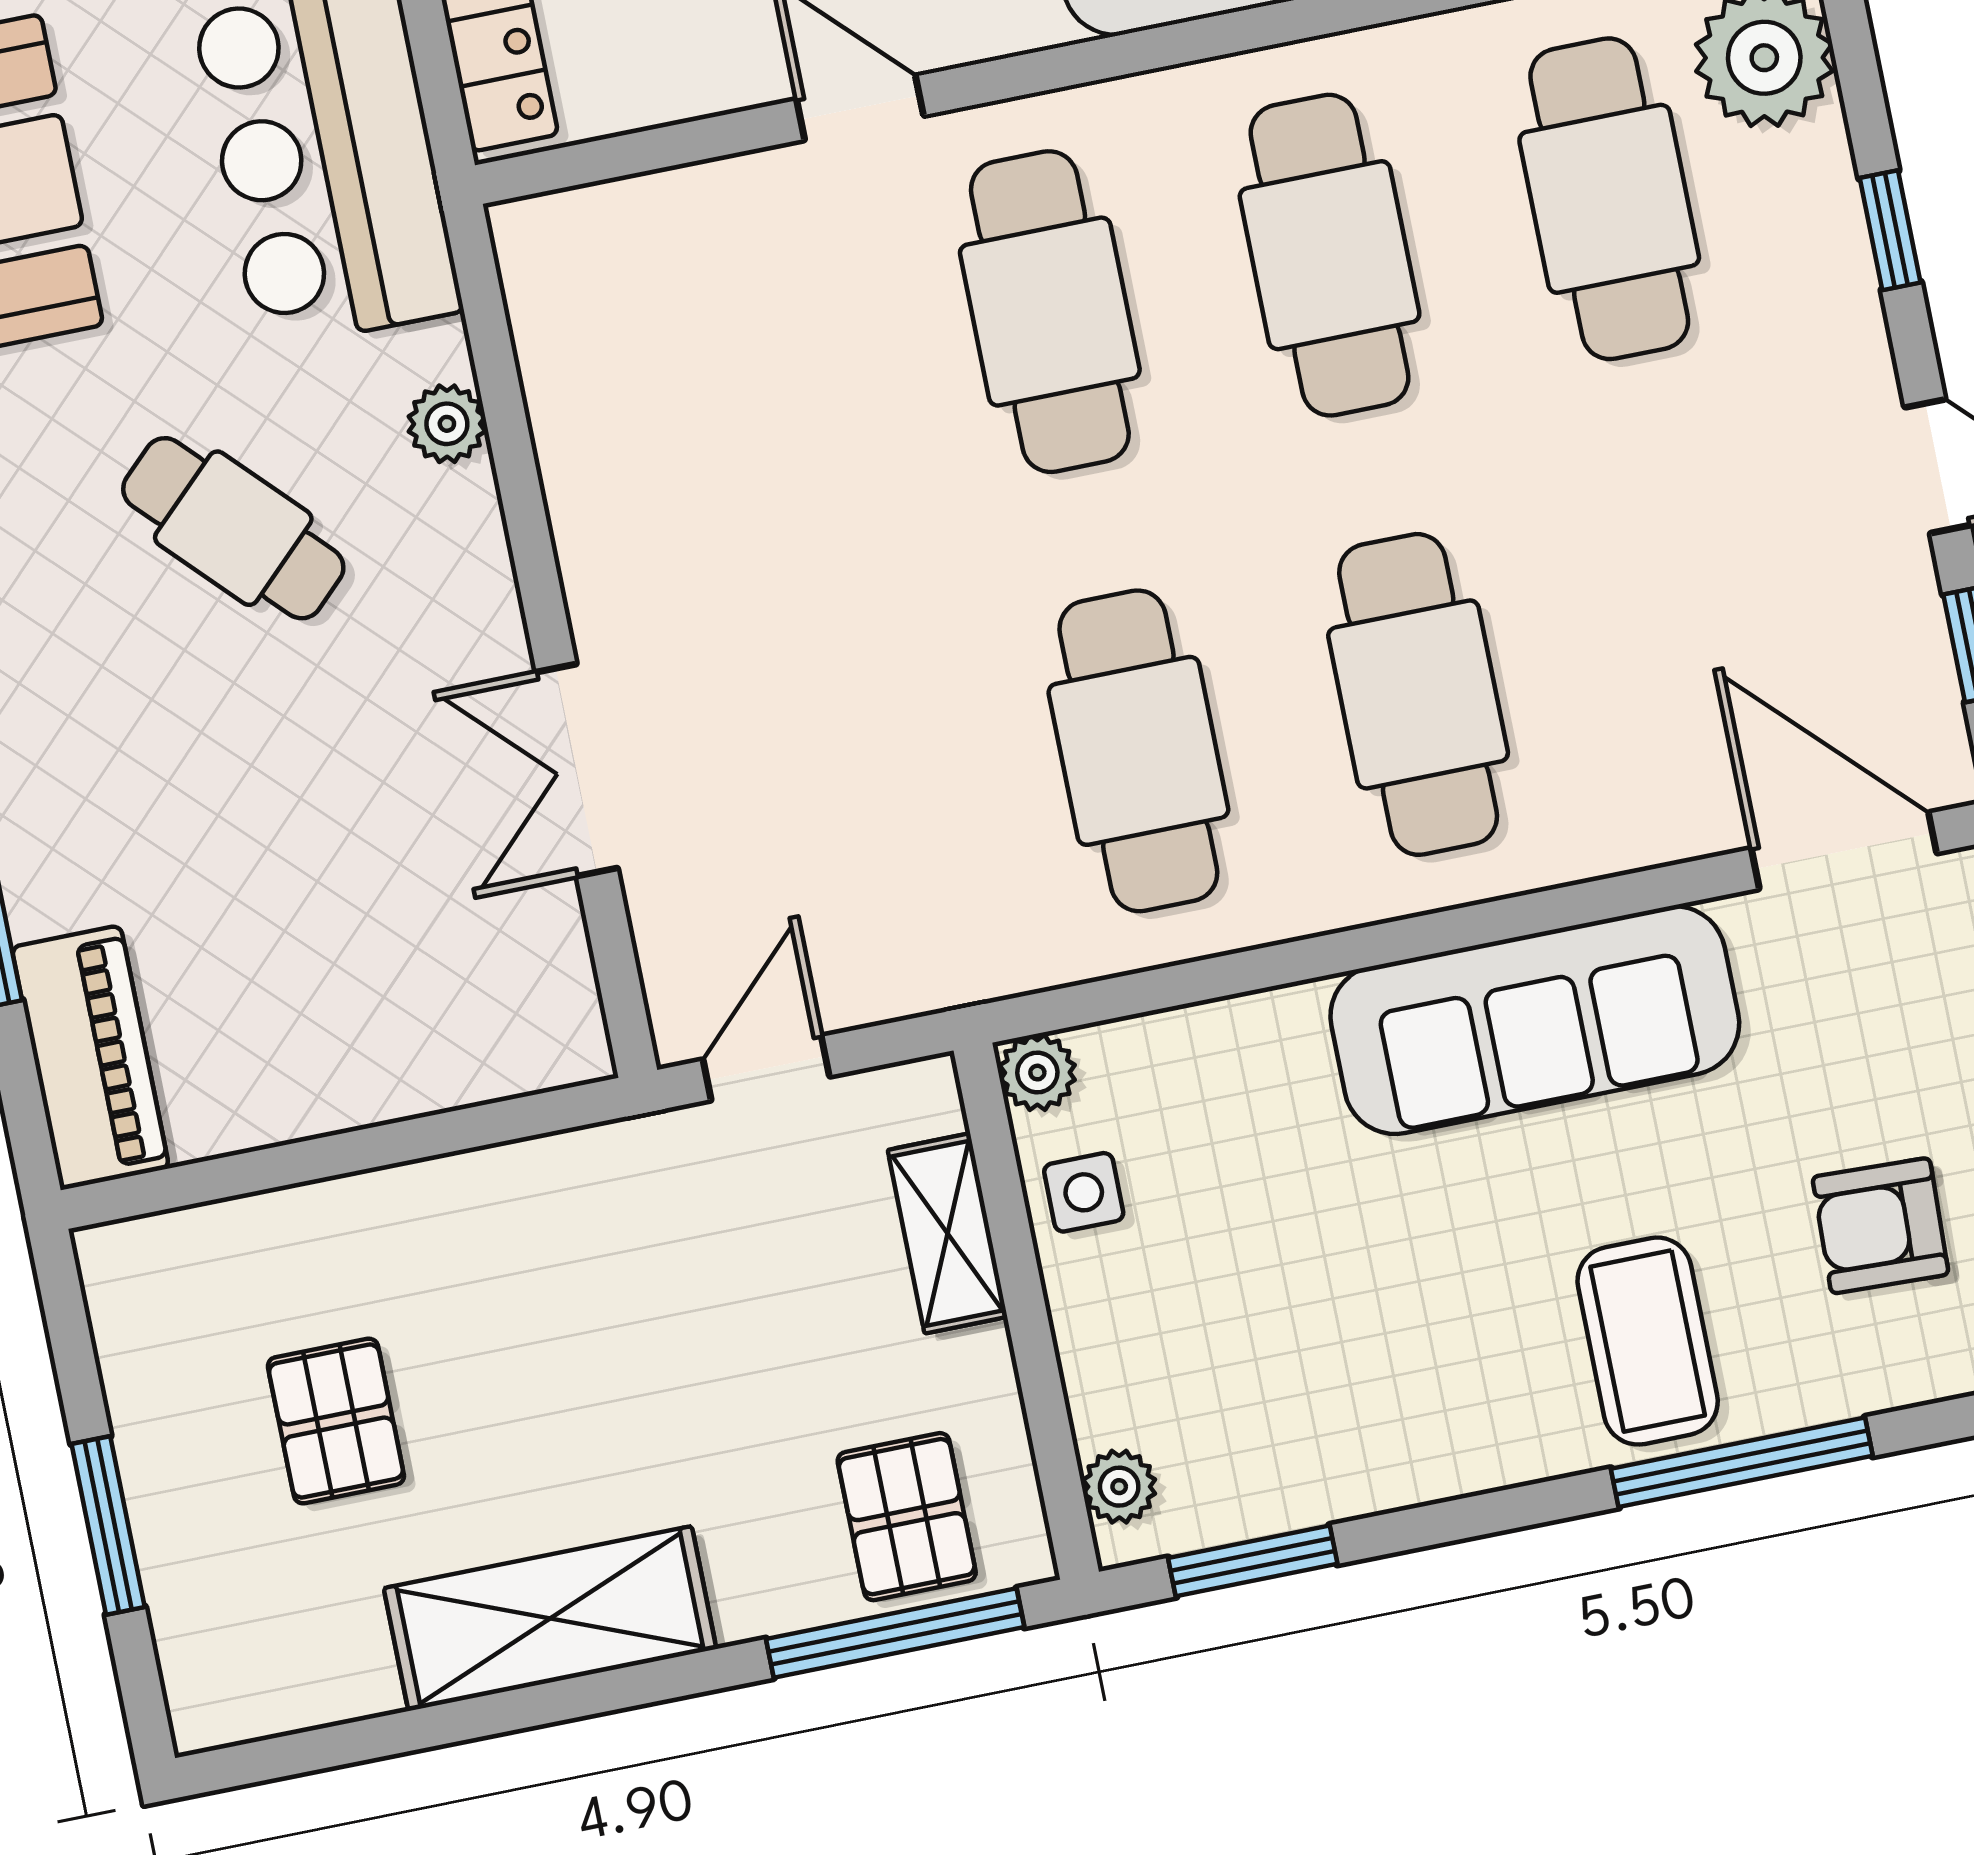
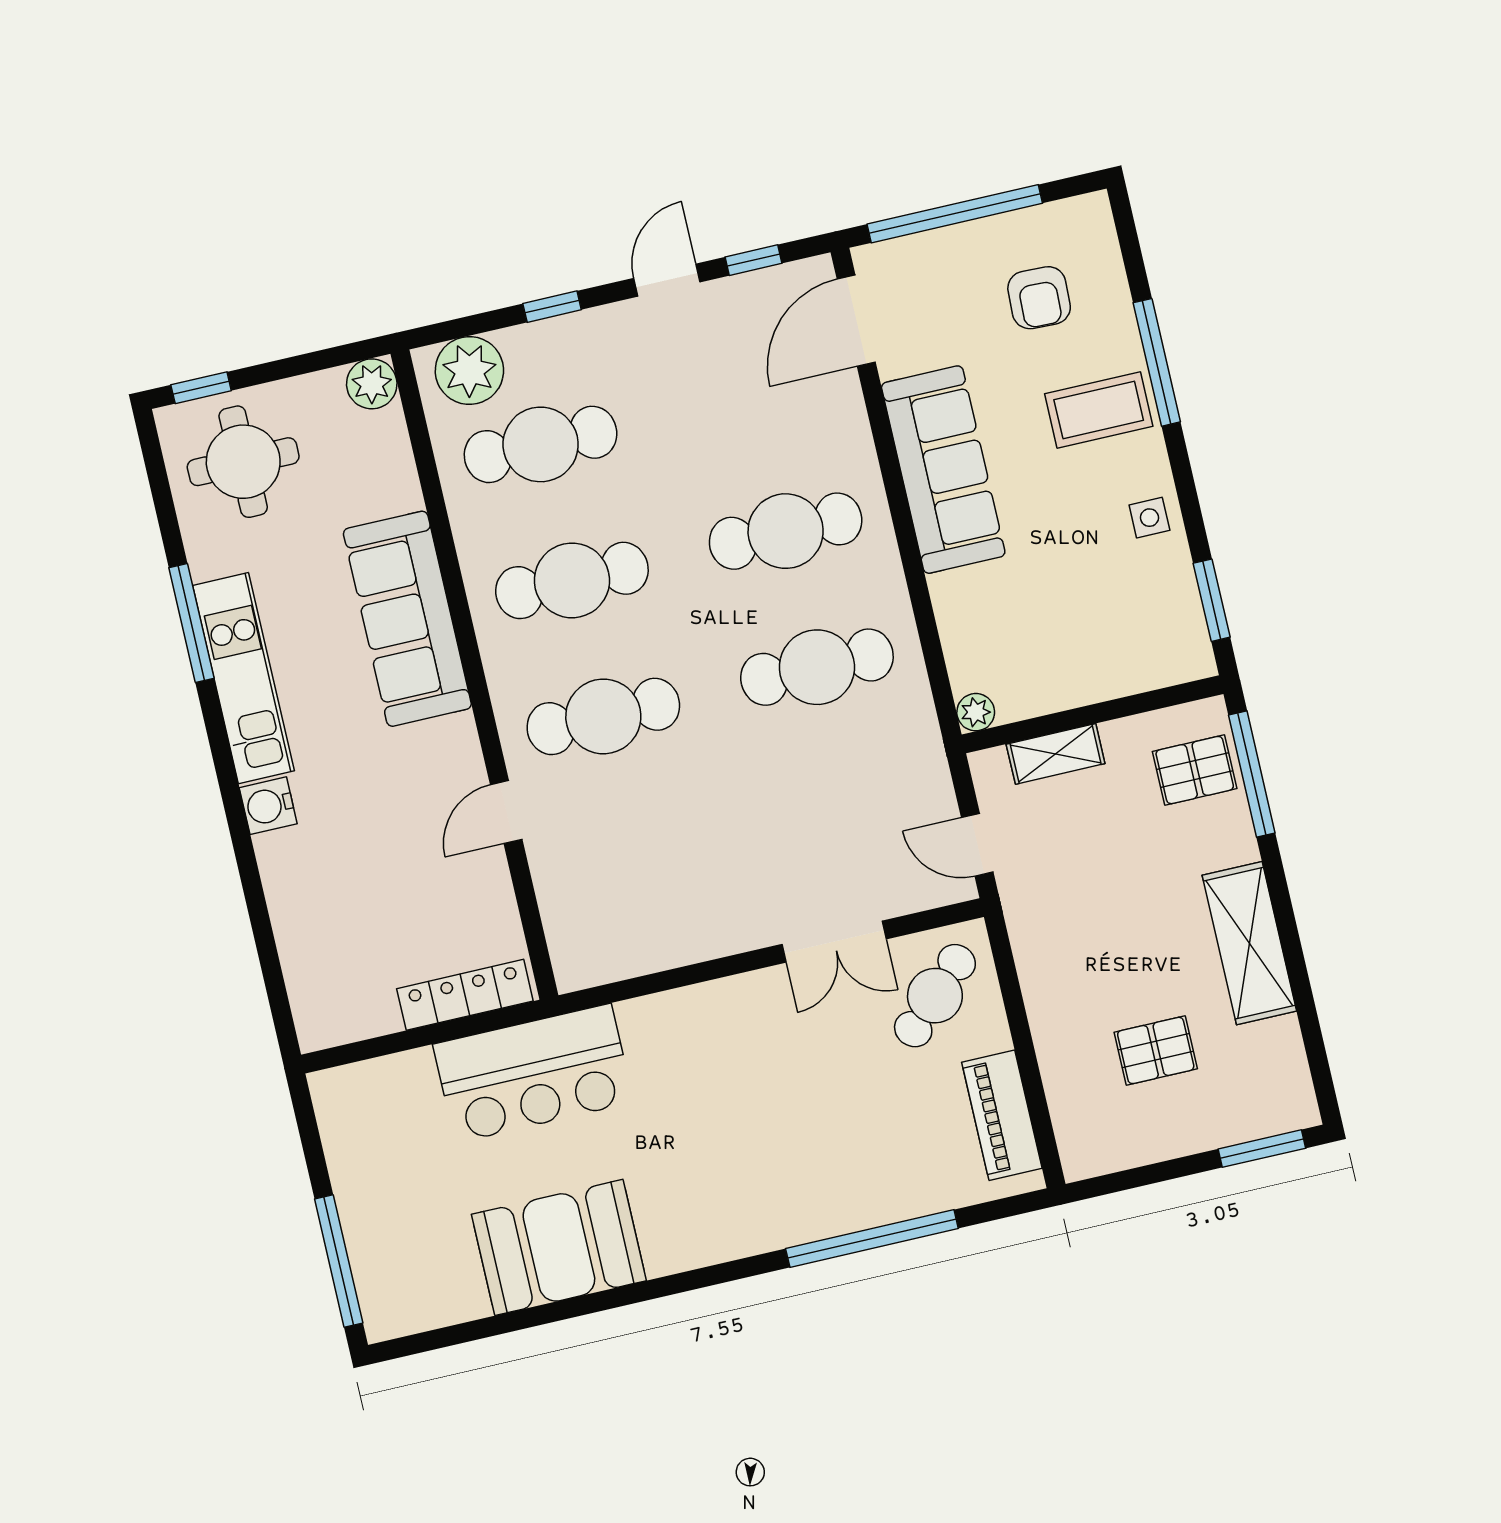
plant: (447, 424) -> (666, 1010), removed
cafe table: (233, 528) -> (935, 996), moved
piano: (90, 1058) -> (1002, 1115), moved, turned -90
side table: (1084, 1192) -> (1149, 518), moved
plant: (1119, 1487) -> (1177, 667), removed
window: (108, 1525) -> (1262, 1149), moved

